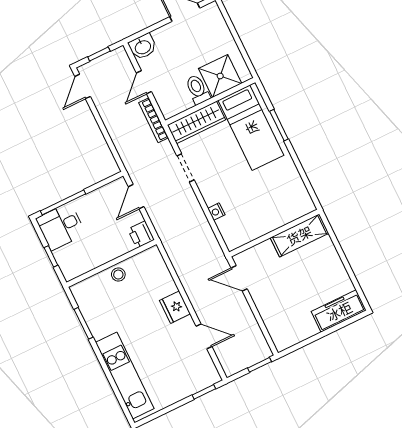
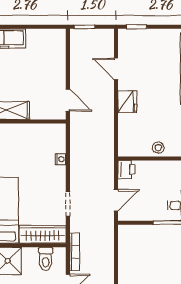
toilet: (198, 89) -> (46, 259), moved

